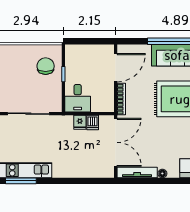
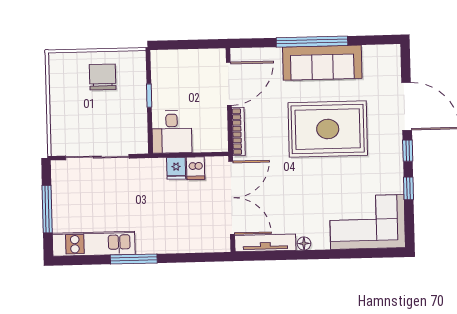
chair: (46, 66) -> (103, 77), moved
window: (21, 181) -> (134, 259), moved

